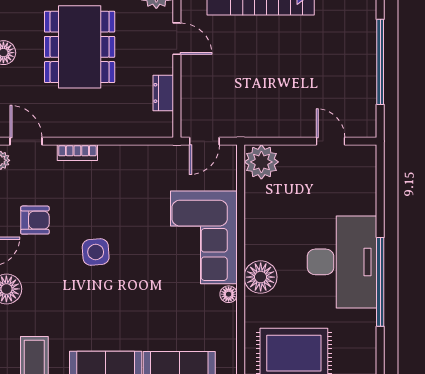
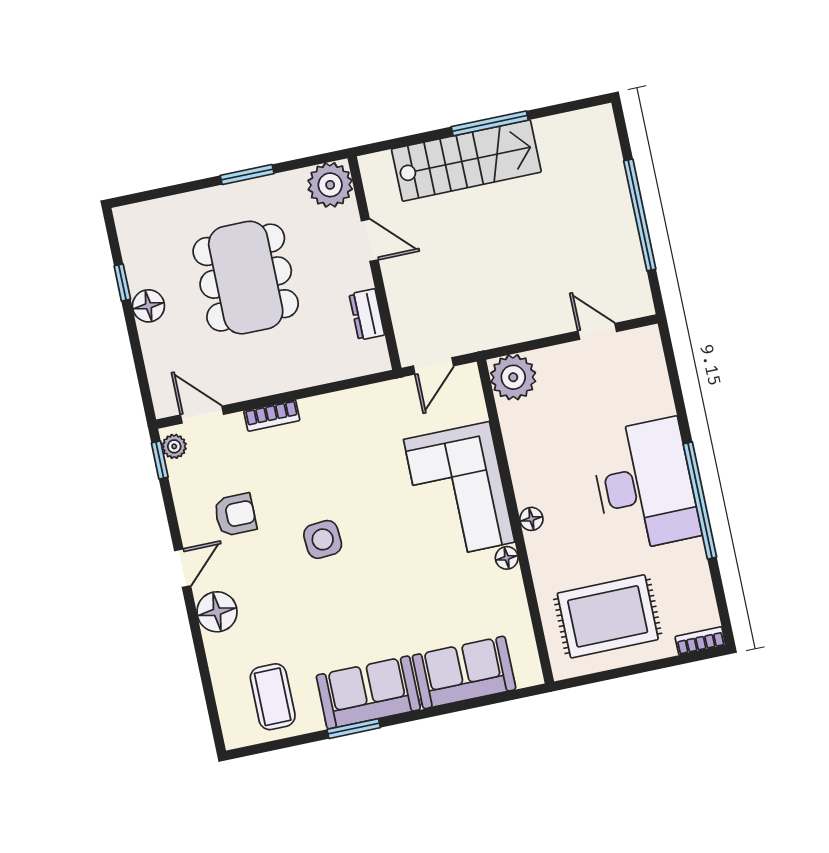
floor lamp: (261, 277) -> (531, 519), width x0.53, depth x0.53

